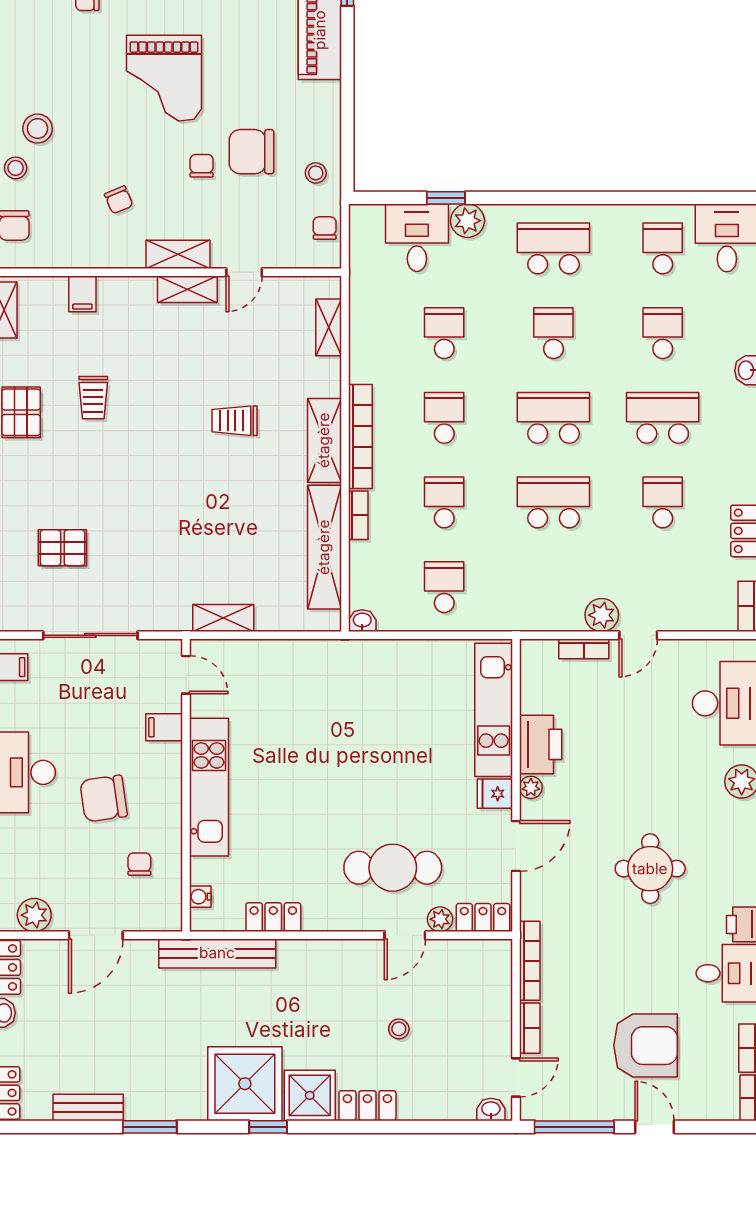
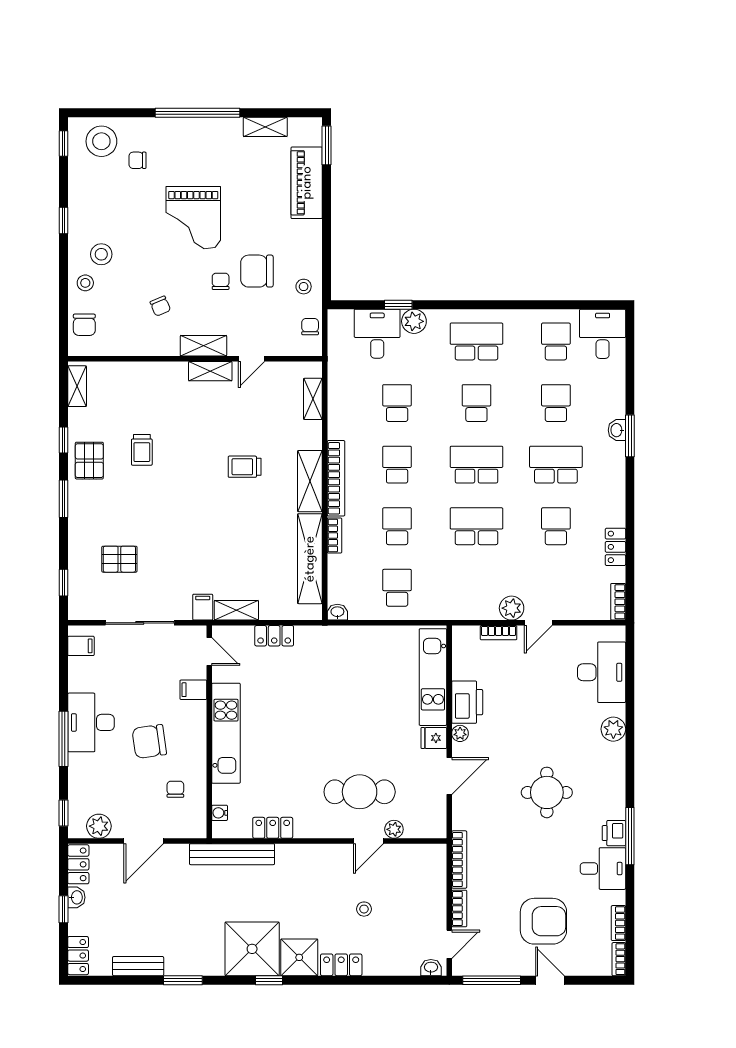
filing cabinet: (82, 294) -> (203, 607), moved, turned 180
locker: (483, 918) -> (274, 636), moved, turned 180

